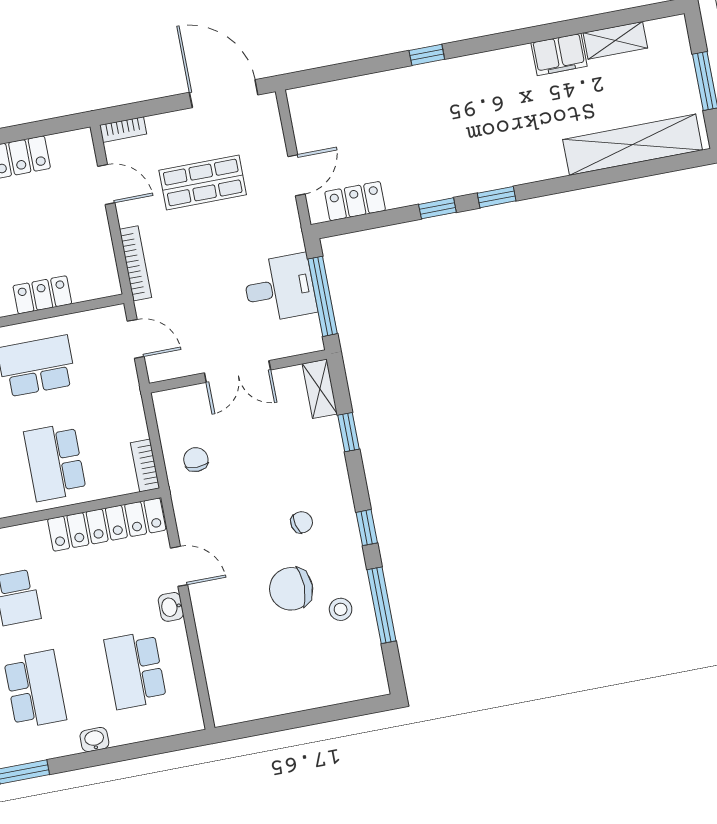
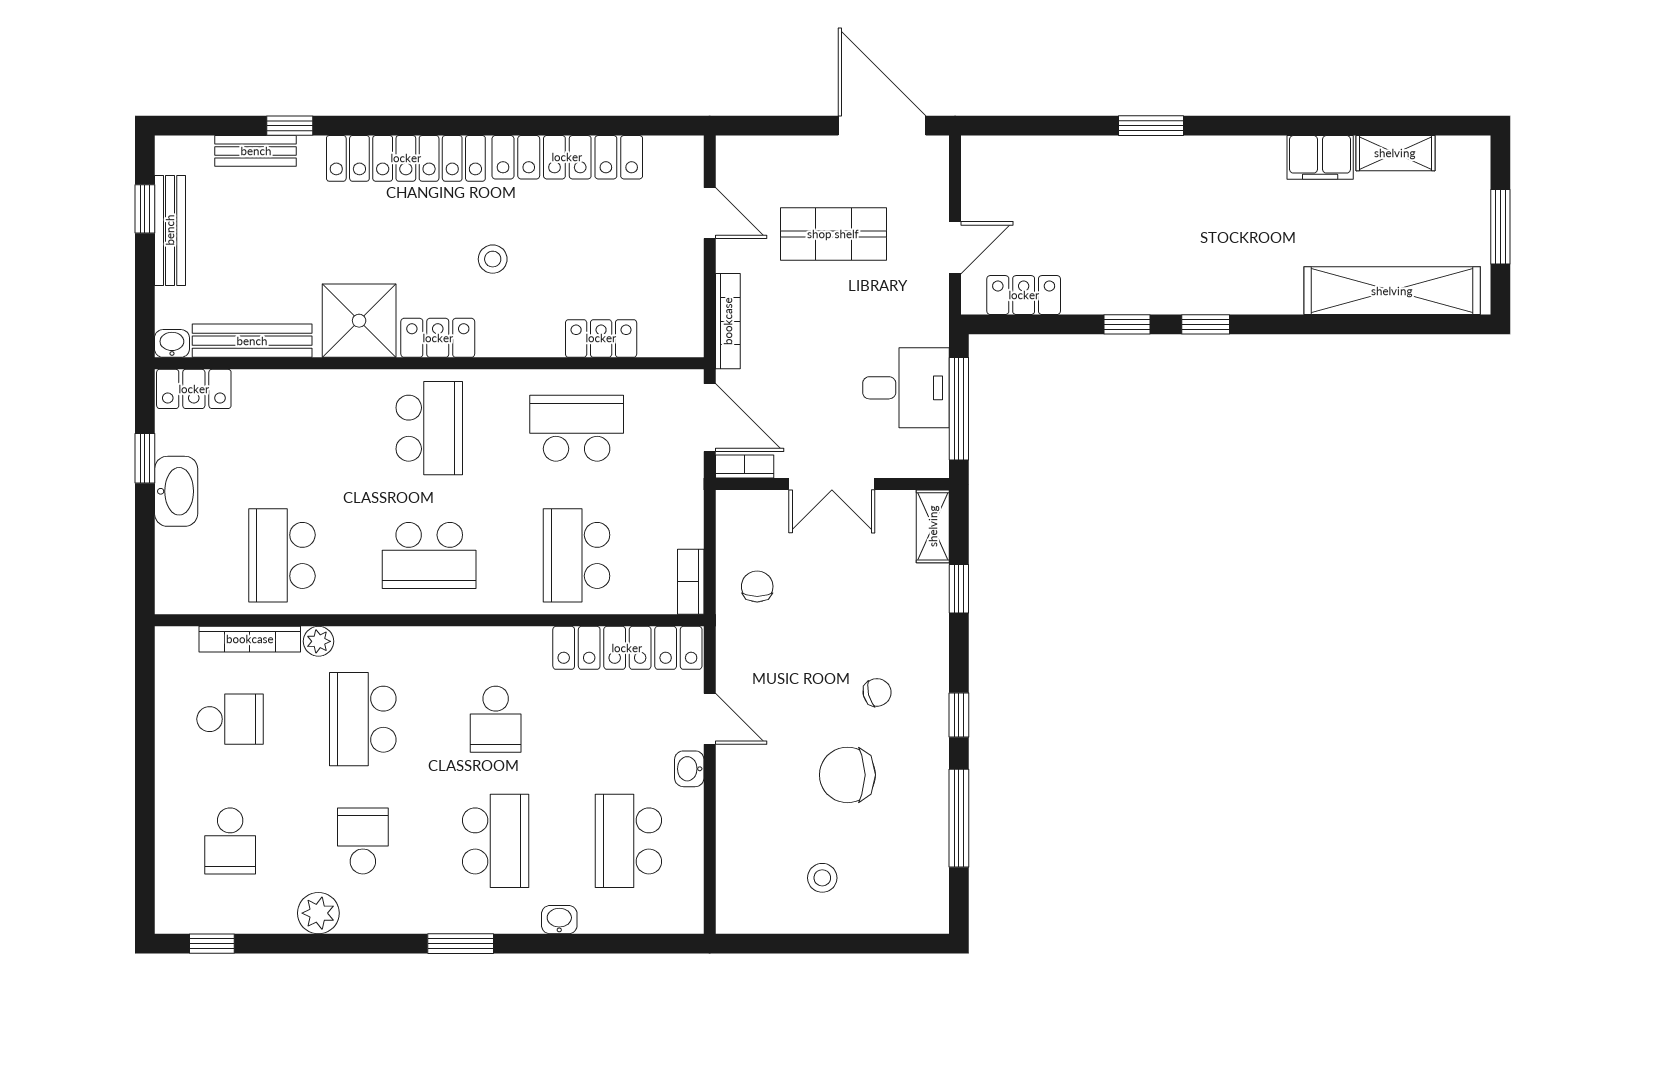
window: (427, 55) -> (1151, 126), width x1.50
bookcase: (123, 130) -> (745, 467), moved, turned 180
door: (136, 339) -> (710, 418), width x1.38
stool: (341, 609) -> (822, 878), moved

